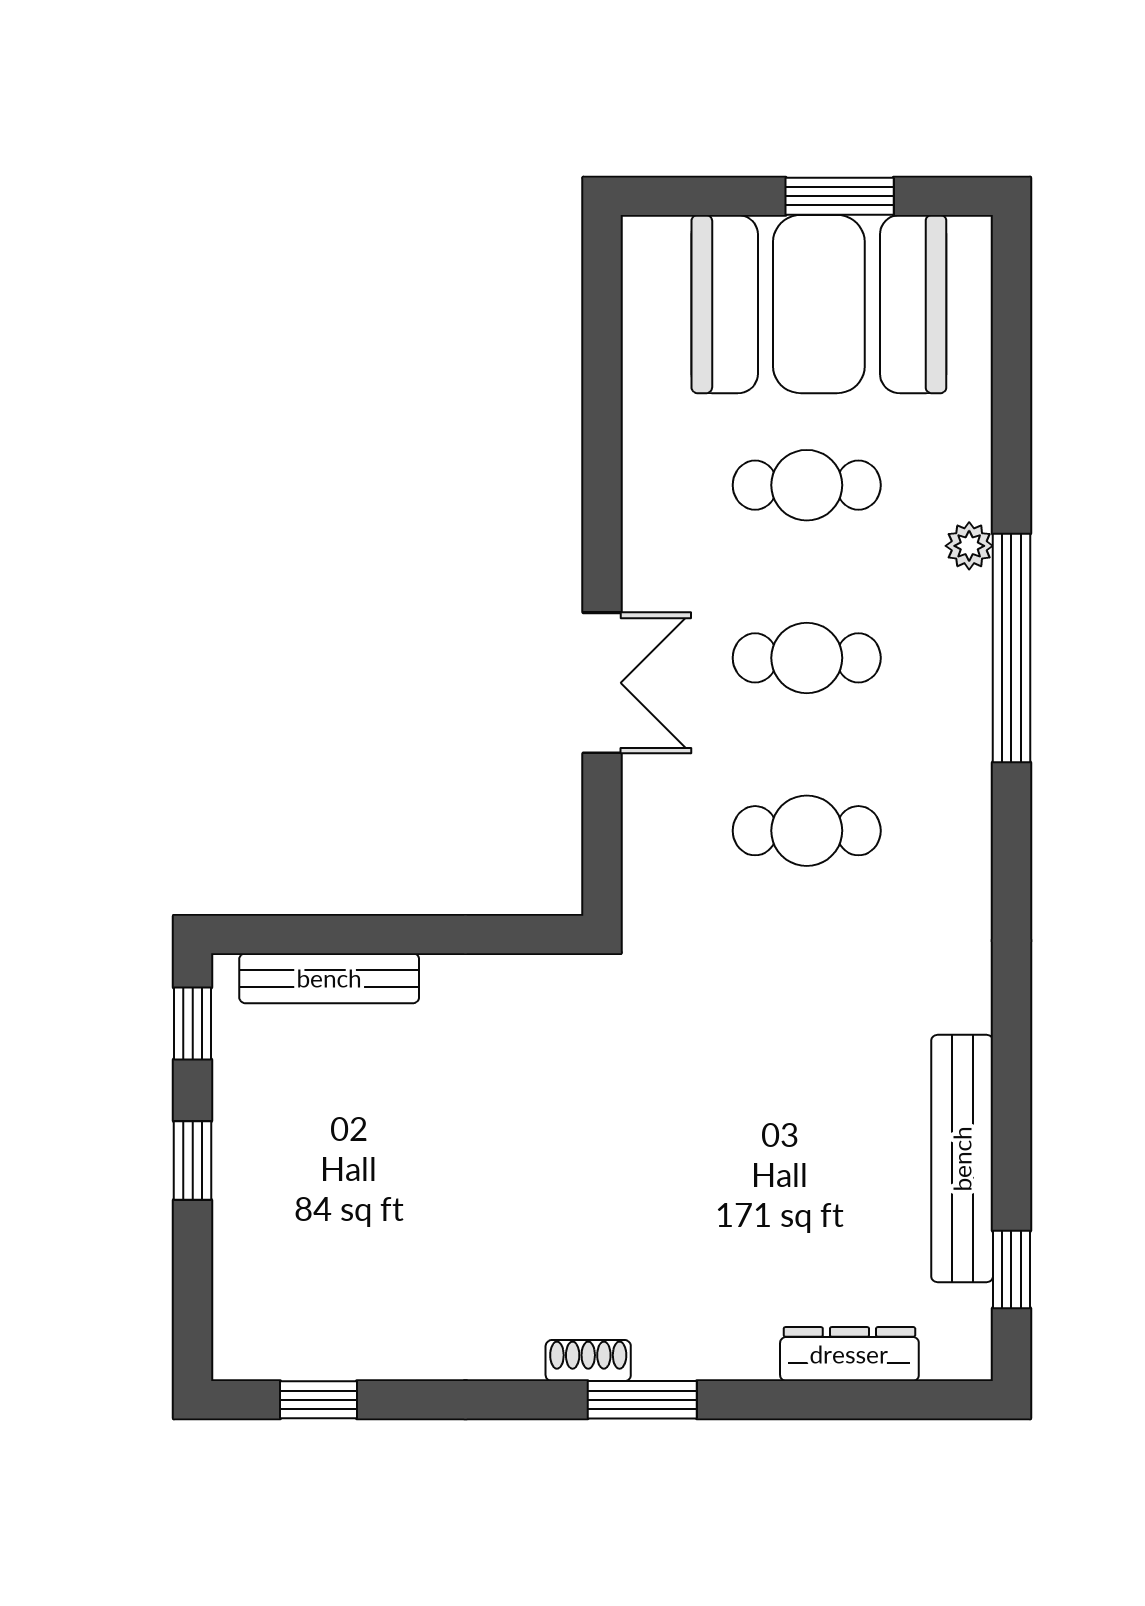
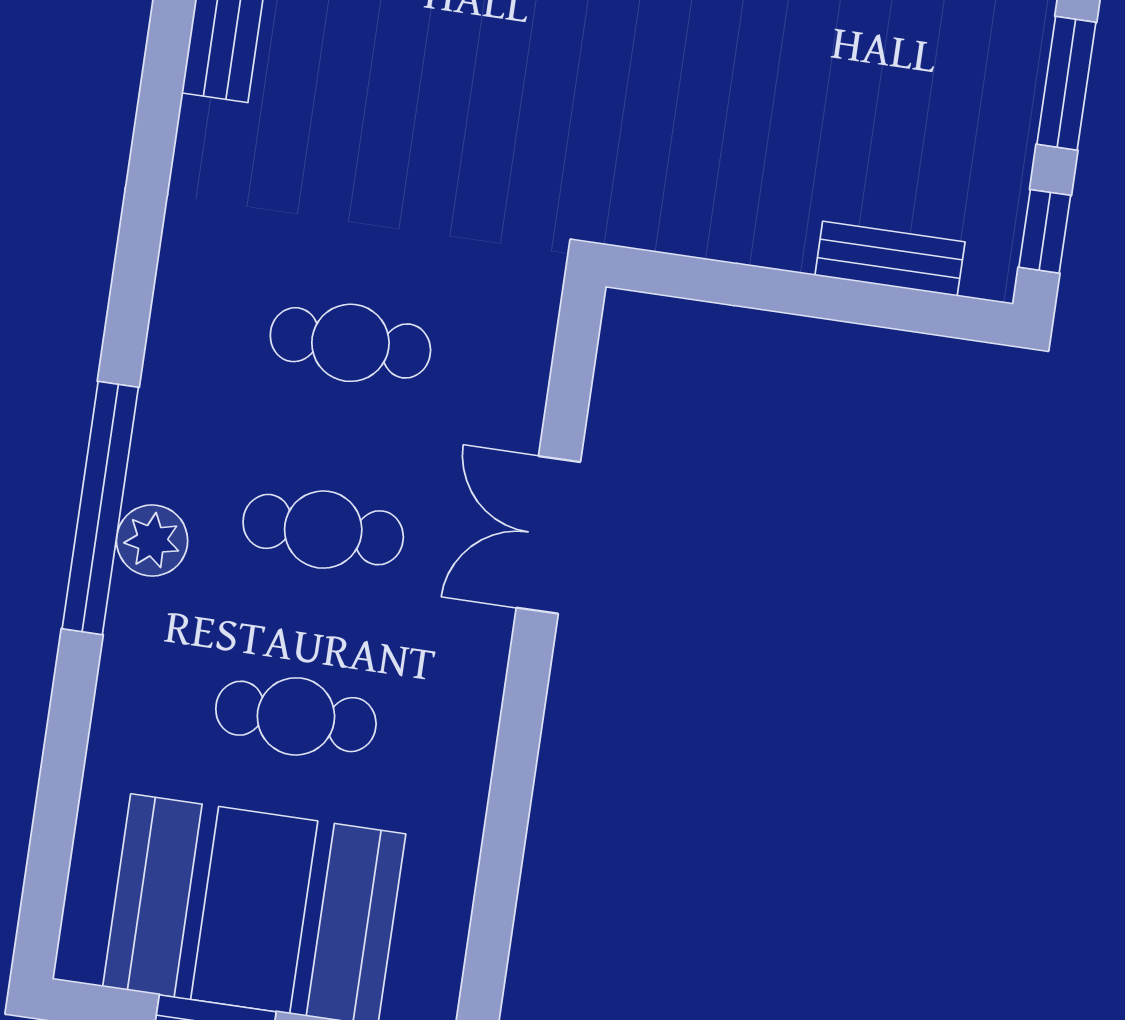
plant: (969, 546) -> (152, 540), moved, width x1.38, depth x1.38
bench: (329, 978) -> (890, 259), width x0.73
window: (193, 1160) -> (1066, 83), width x1.50

